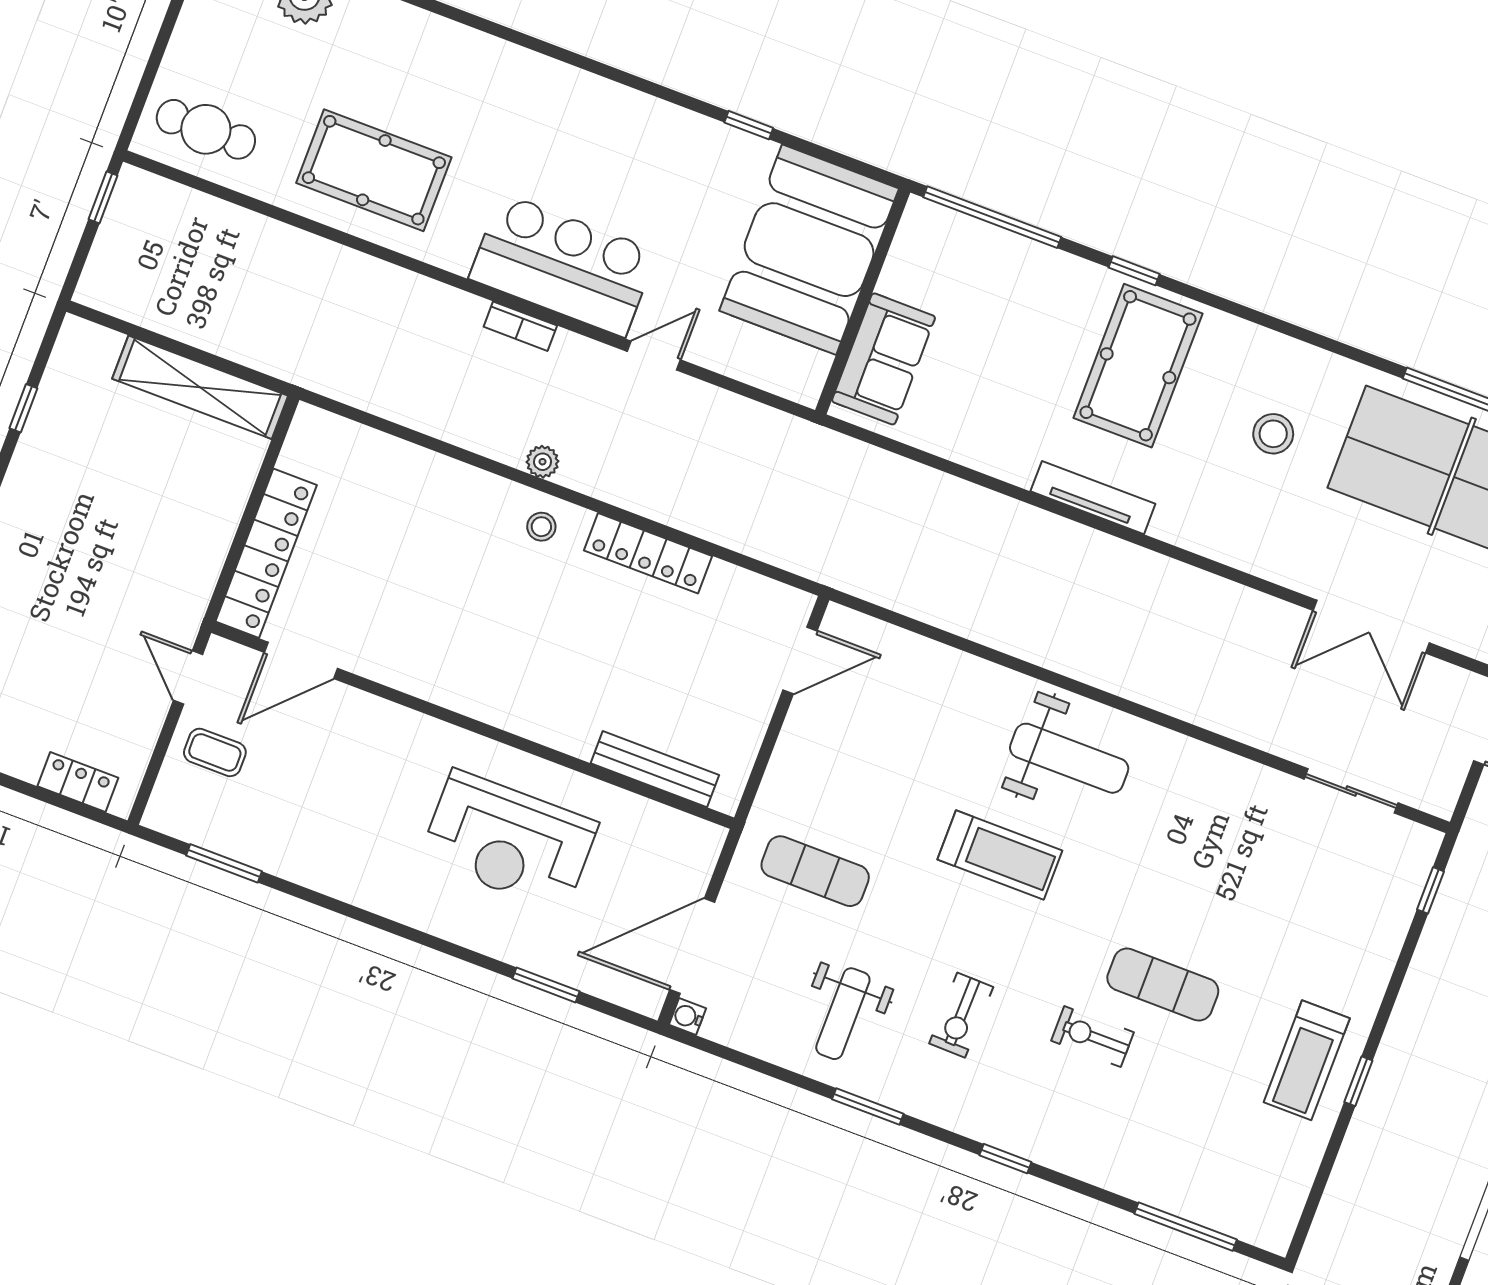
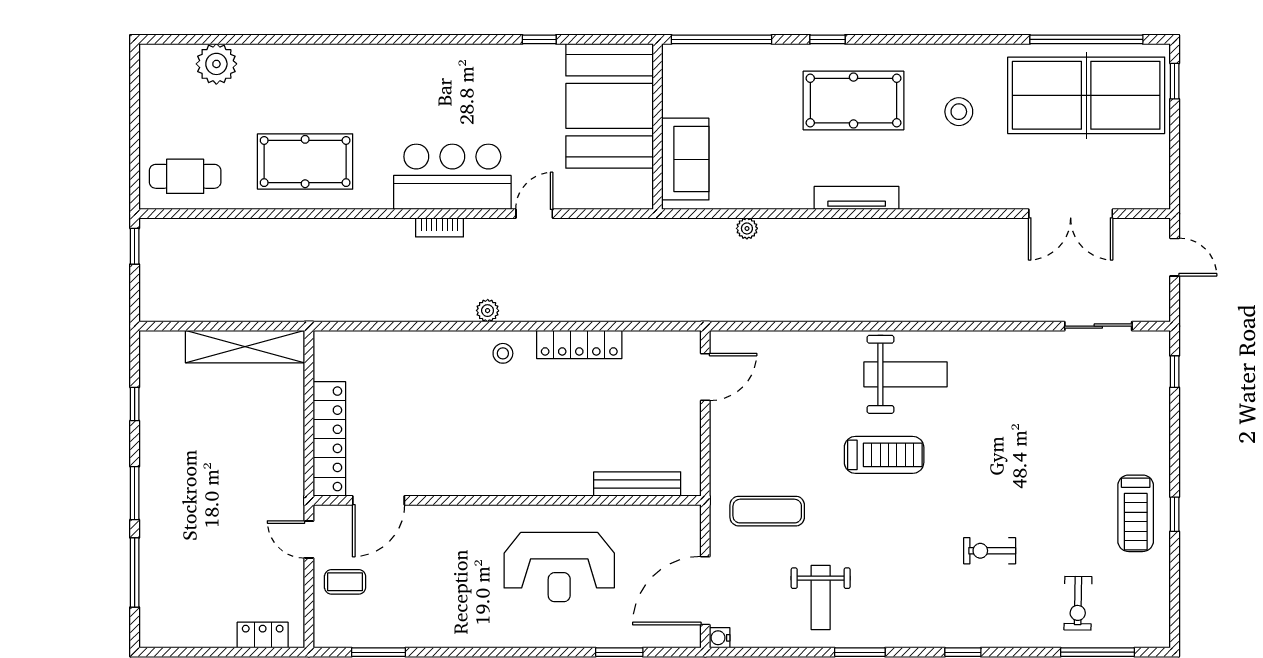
pool table: (1138, 366) -> (853, 101), turned 90
plant: (931, 483) -> (747, 228), added
exercise mat: (1163, 985) -> (1023, 499), removed
exercise bike: (961, 1015) -> (1078, 603), moved

